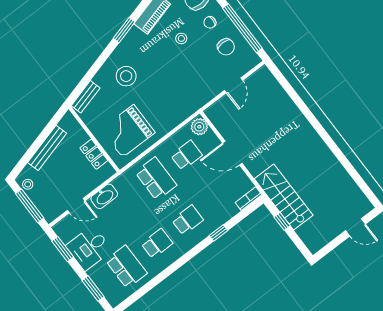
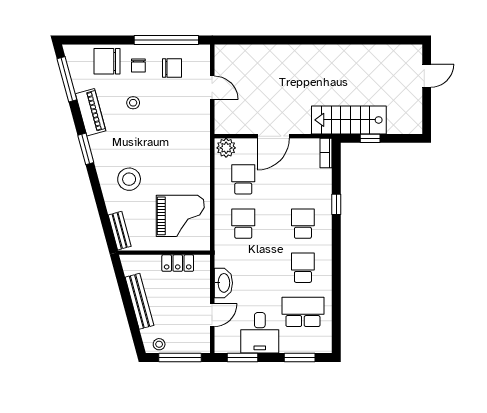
grand piano: (128, 131) -> (180, 216), turned -90
school desk: (156, 179) -> (243, 224), width x0.54

